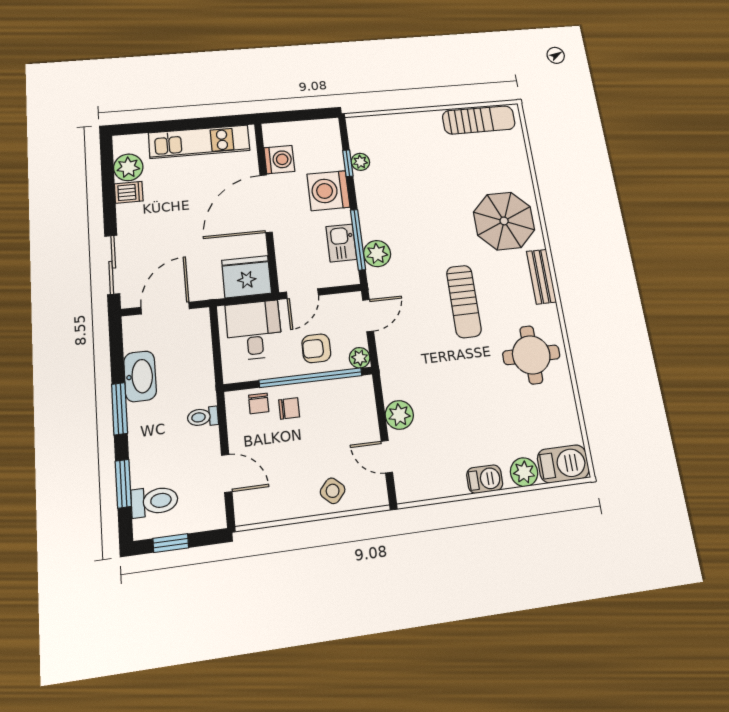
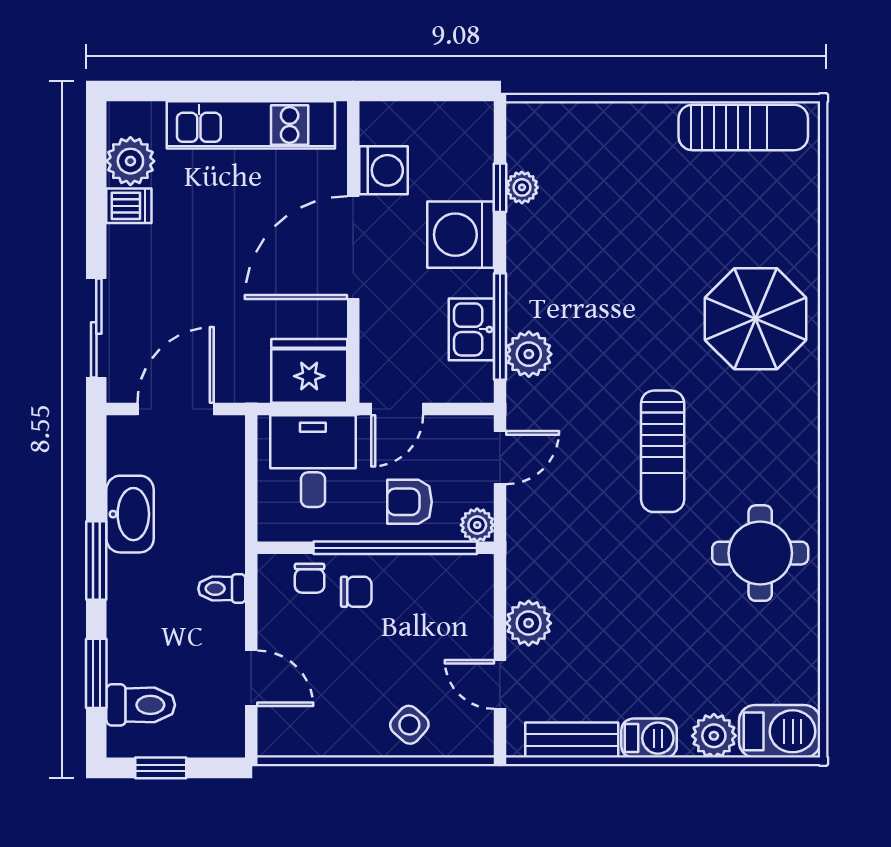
bench: (541, 277) -> (572, 740), moved, turned 90

